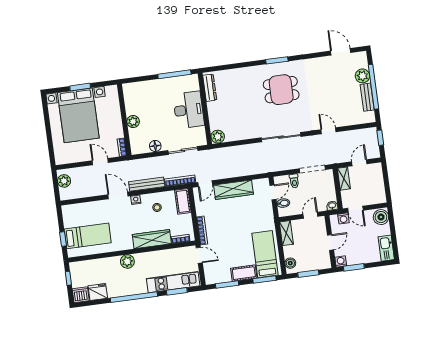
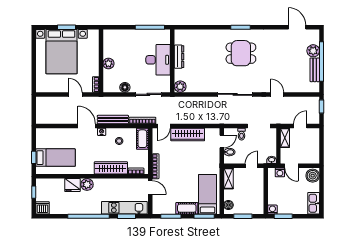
dresser: (210, 88) -> (179, 57), moved
plant: (64, 181) -> (41, 107), removed
door: (330, 242) -> (266, 192), removed
fridge: (98, 292) -> (72, 185), moved, turned 180

